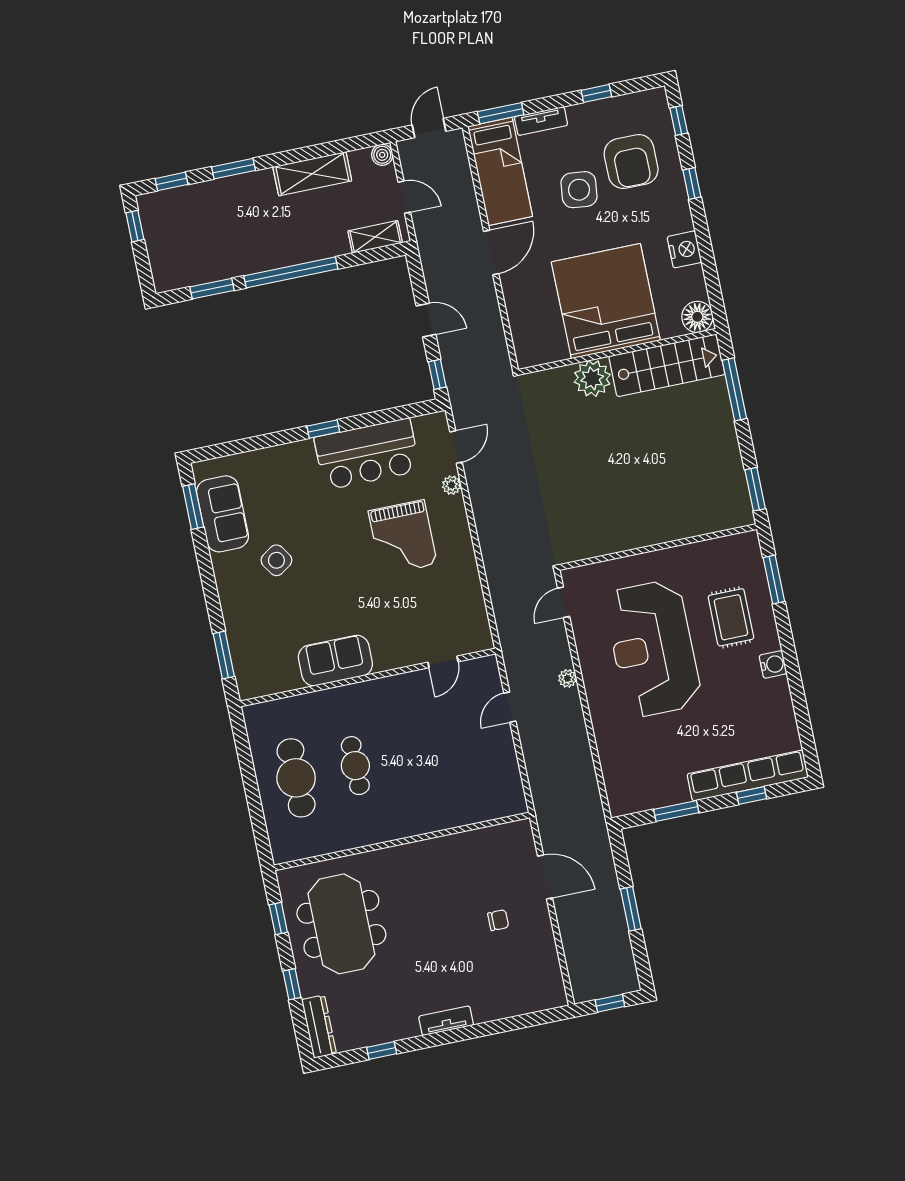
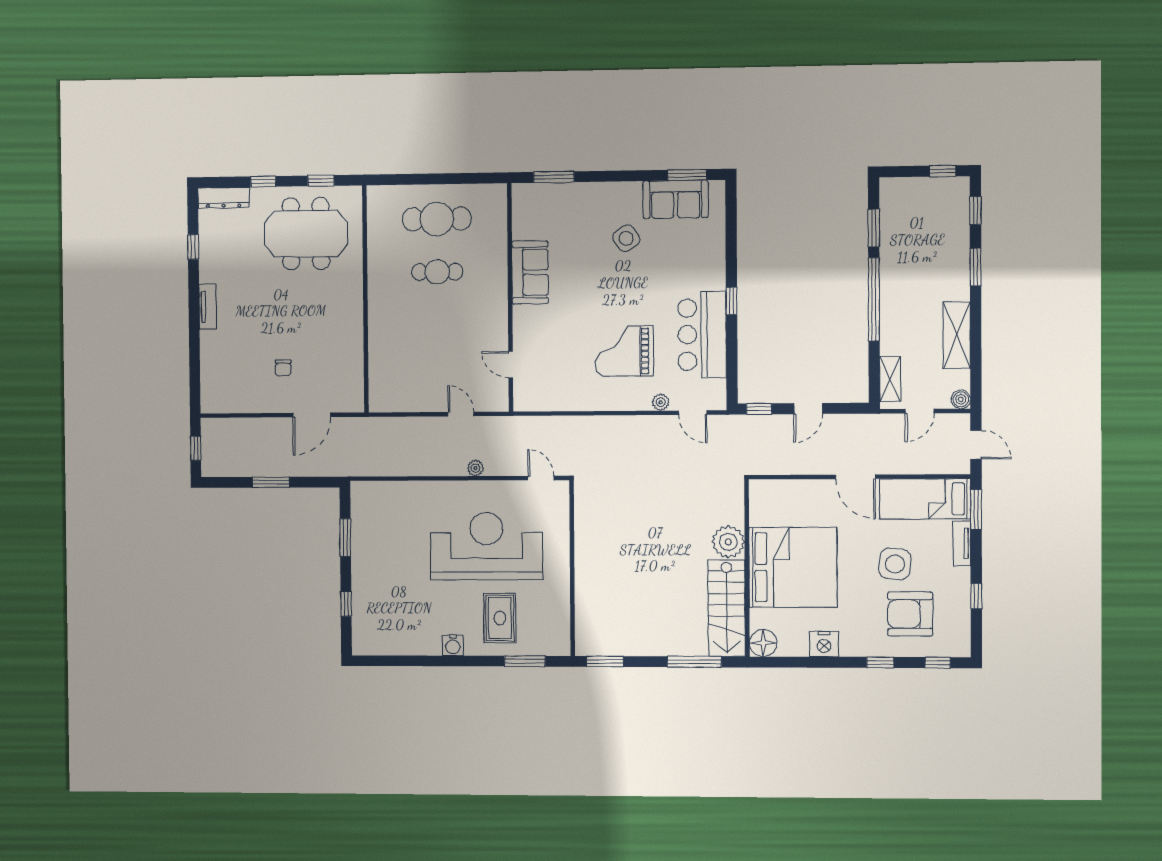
rug: (731, 617) -> (500, 618), turned 90
row of seats: (748, 776) -> (363, 604), removed

